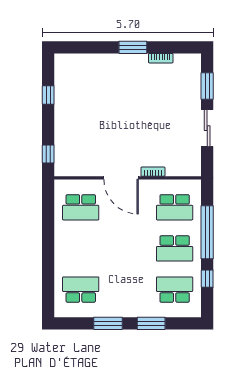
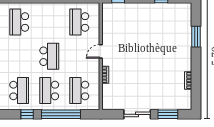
window: (133, 47) -> (196, 37), moved
door: (121, 178) -> (101, 51), width x0.53
school desk: (128, 248) -> (49, 56), added
school desk: (81, 290) -> (19, 22), turned 180

